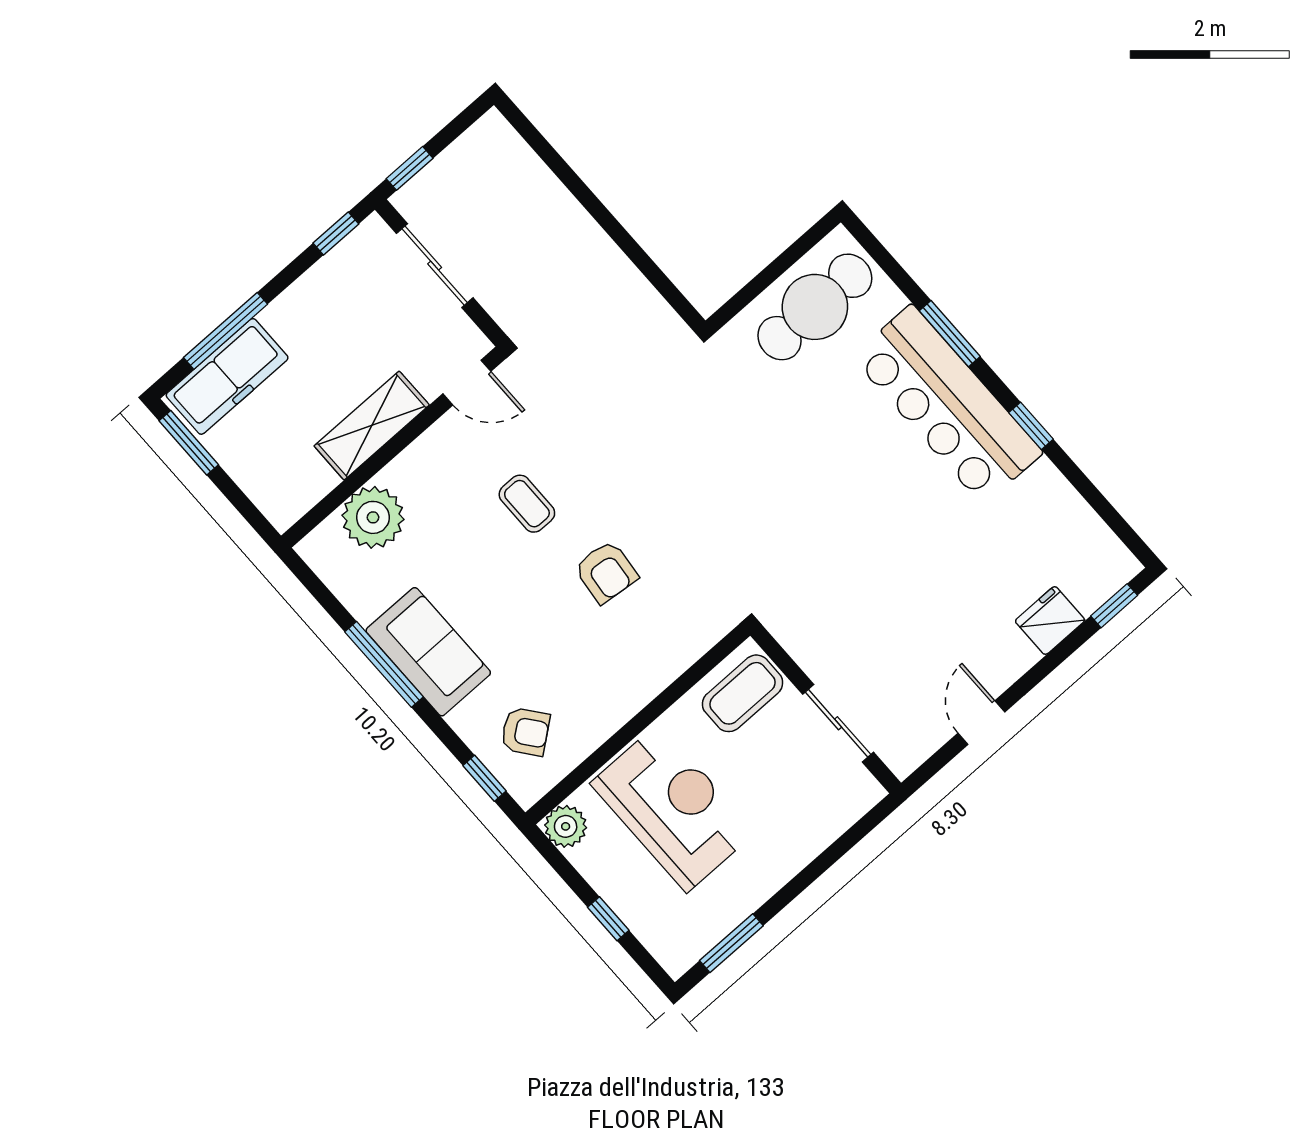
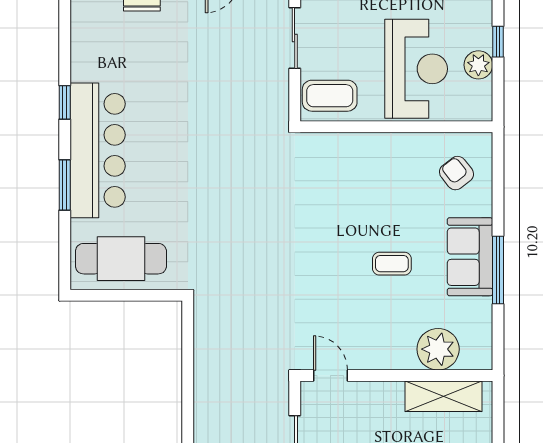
shelving: (372, 426) -> (444, 396), moved
coffee table: (527, 504) -> (392, 264), moved, turned 90
armchair: (606, 572) -> (345, 218), removed
window: (484, 778) -> (498, 168), removed
reception desk: (673, 808) -> (416, 69), turned 180
plant: (566, 826) -> (478, 65), moved

